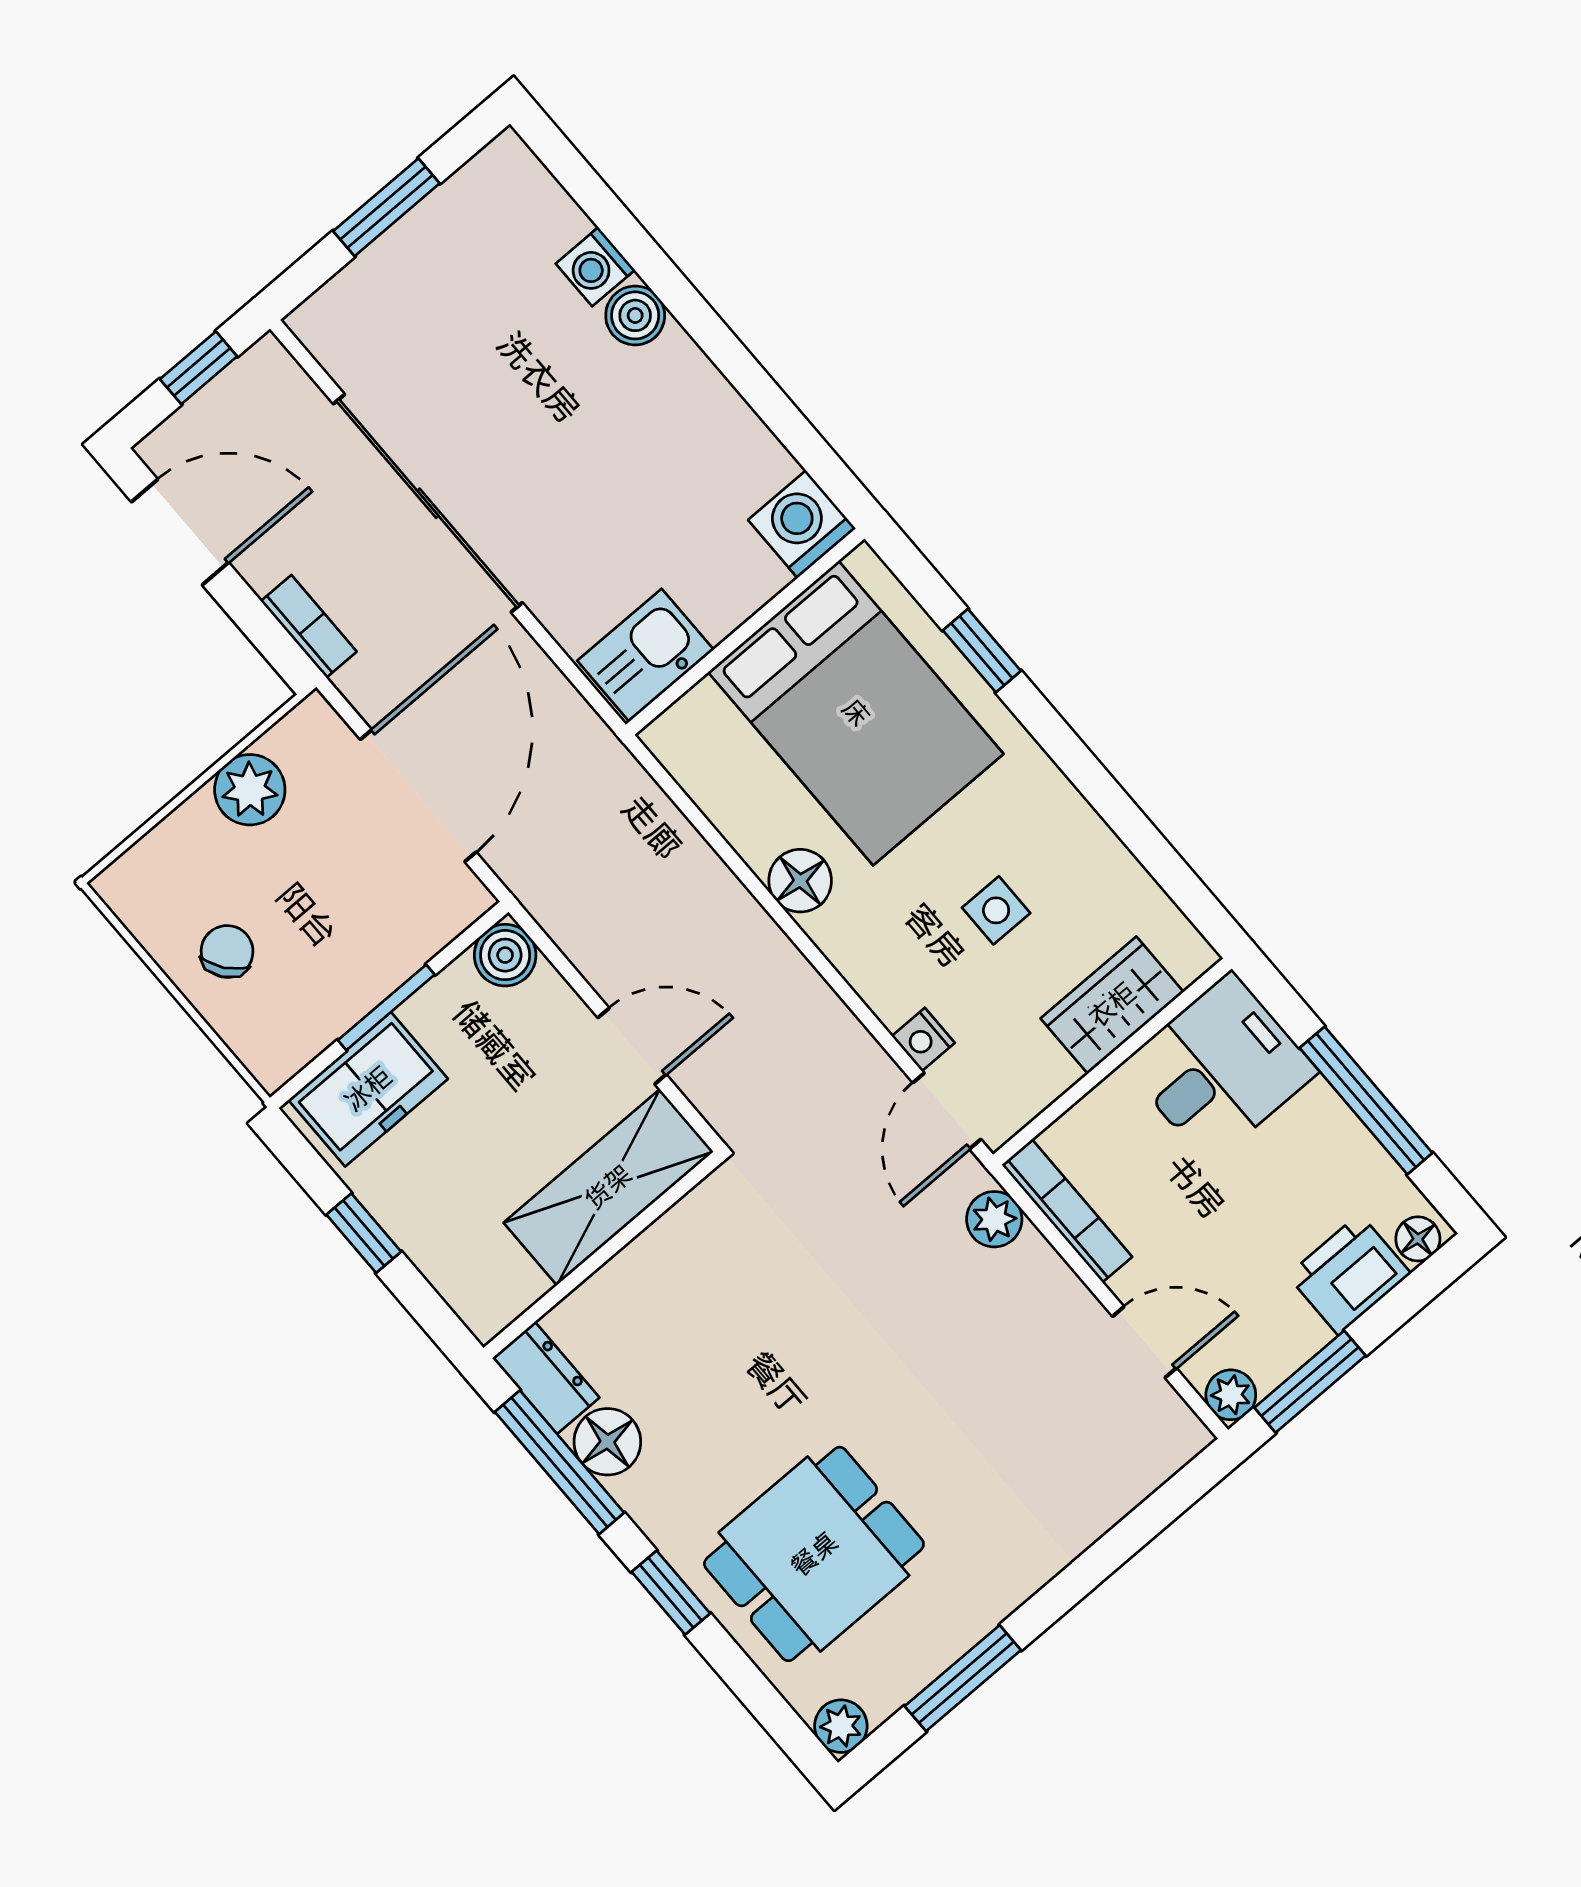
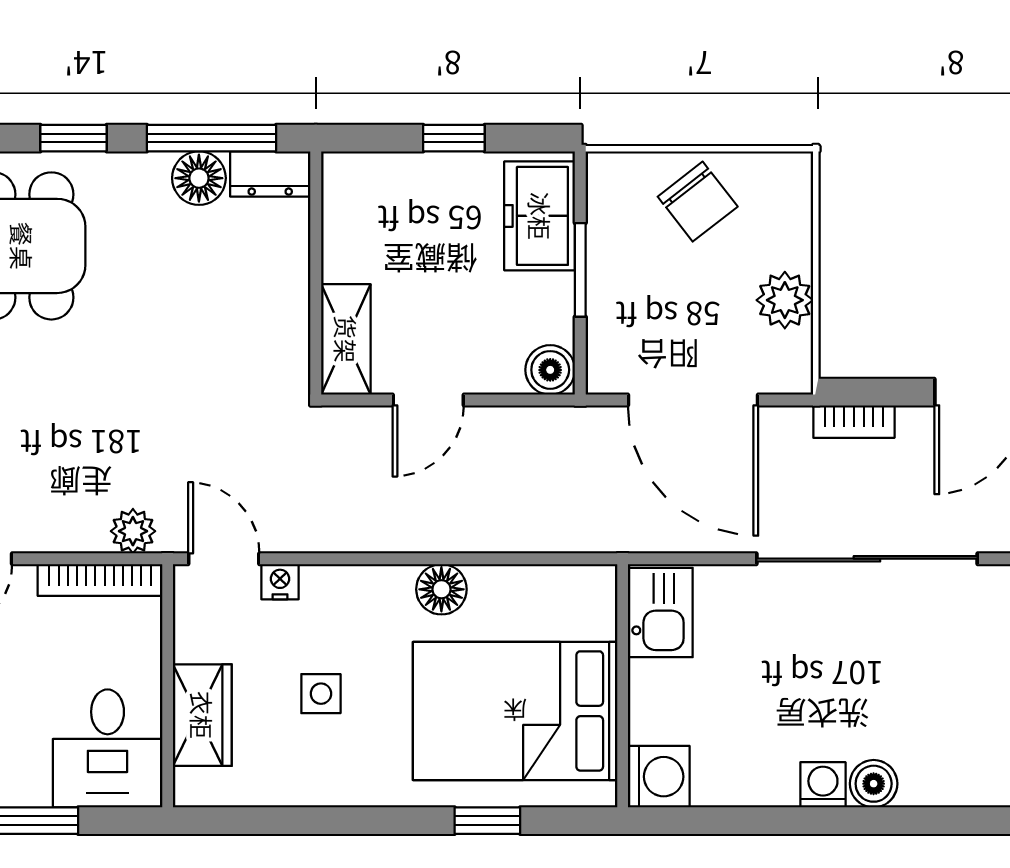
washing machine: (595, 267) -> (823, 785), moved
chair: (227, 952) -> (698, 202), width x1.37, depth x1.37
shelving: (608, 1187) -> (346, 339), width x0.67, depth x0.75

